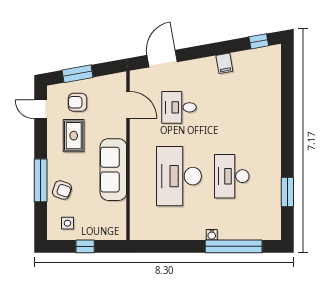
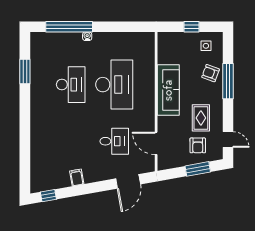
armchair: (77, 102) -> (198, 145), turned 90

